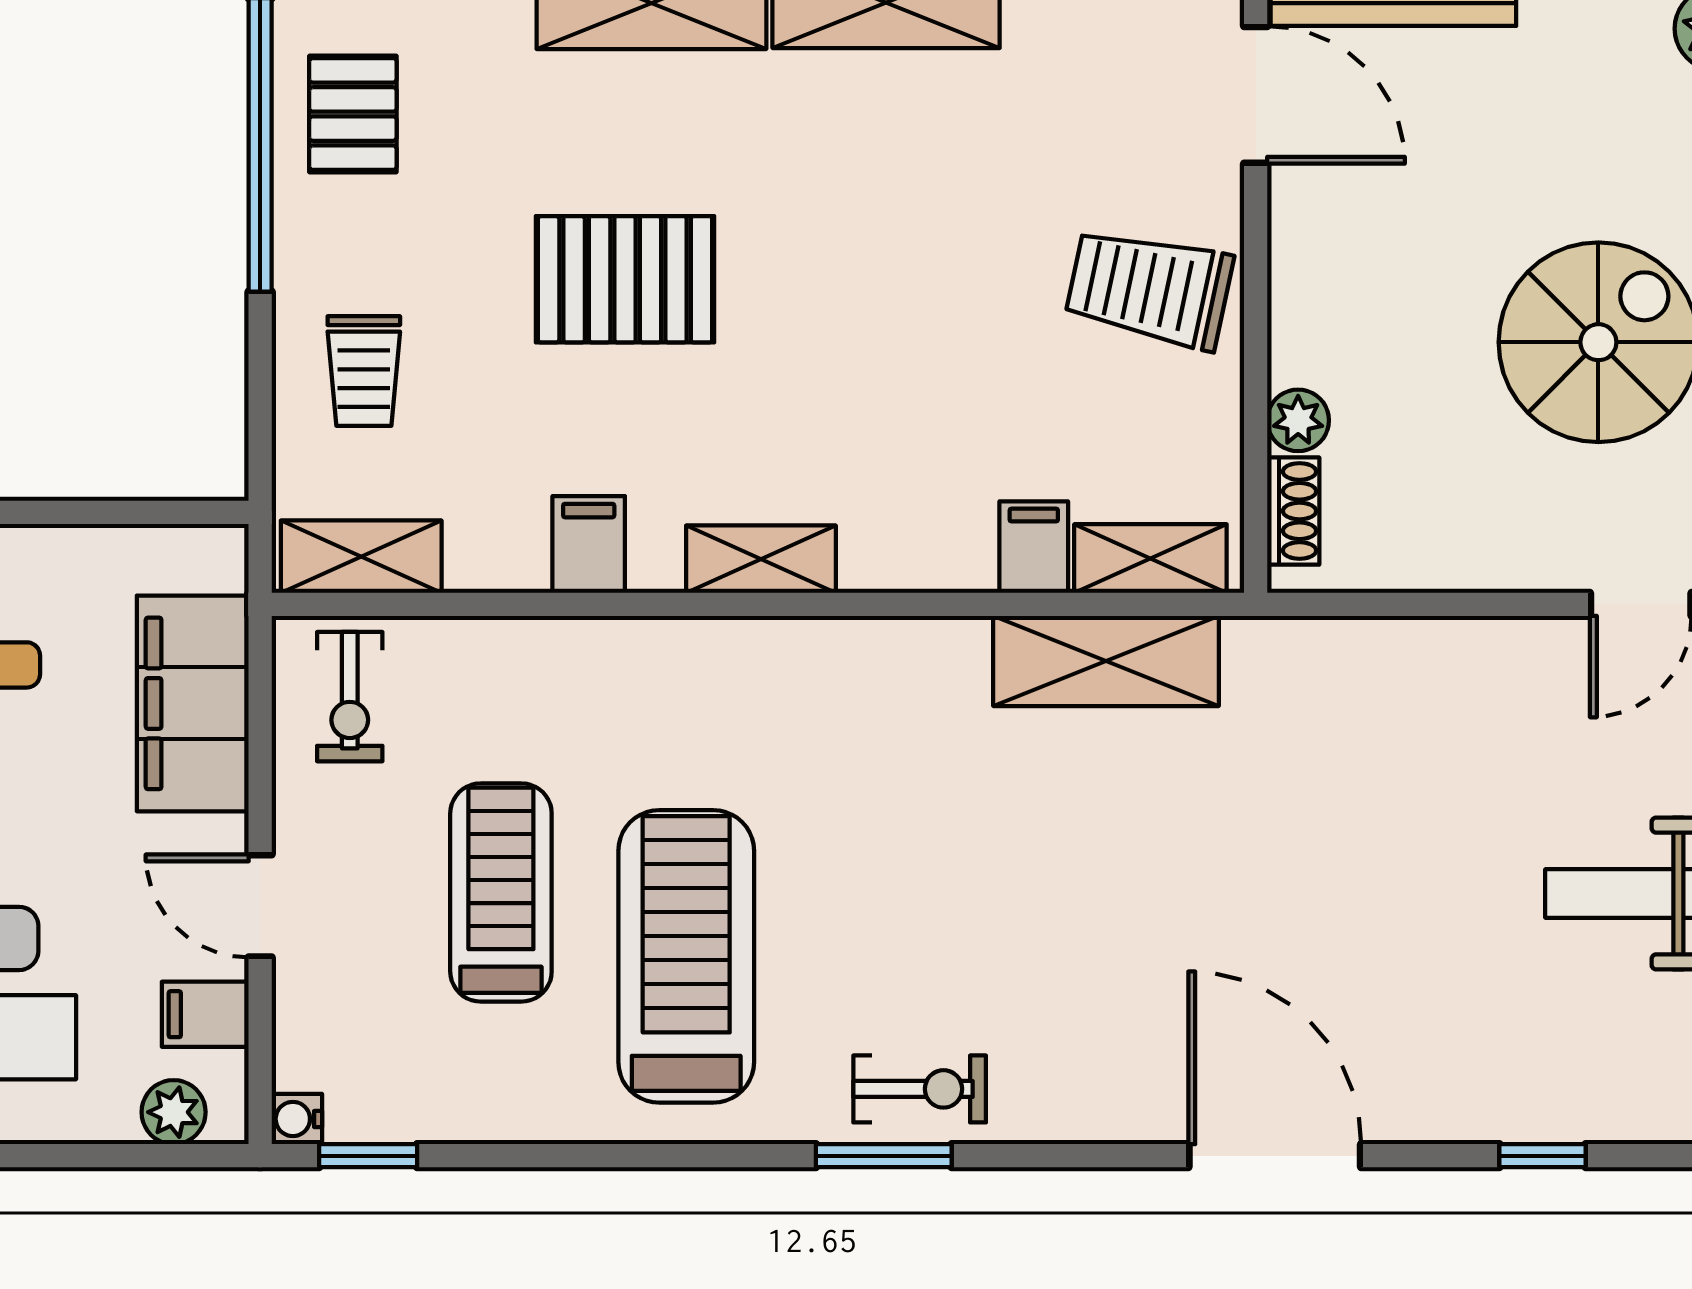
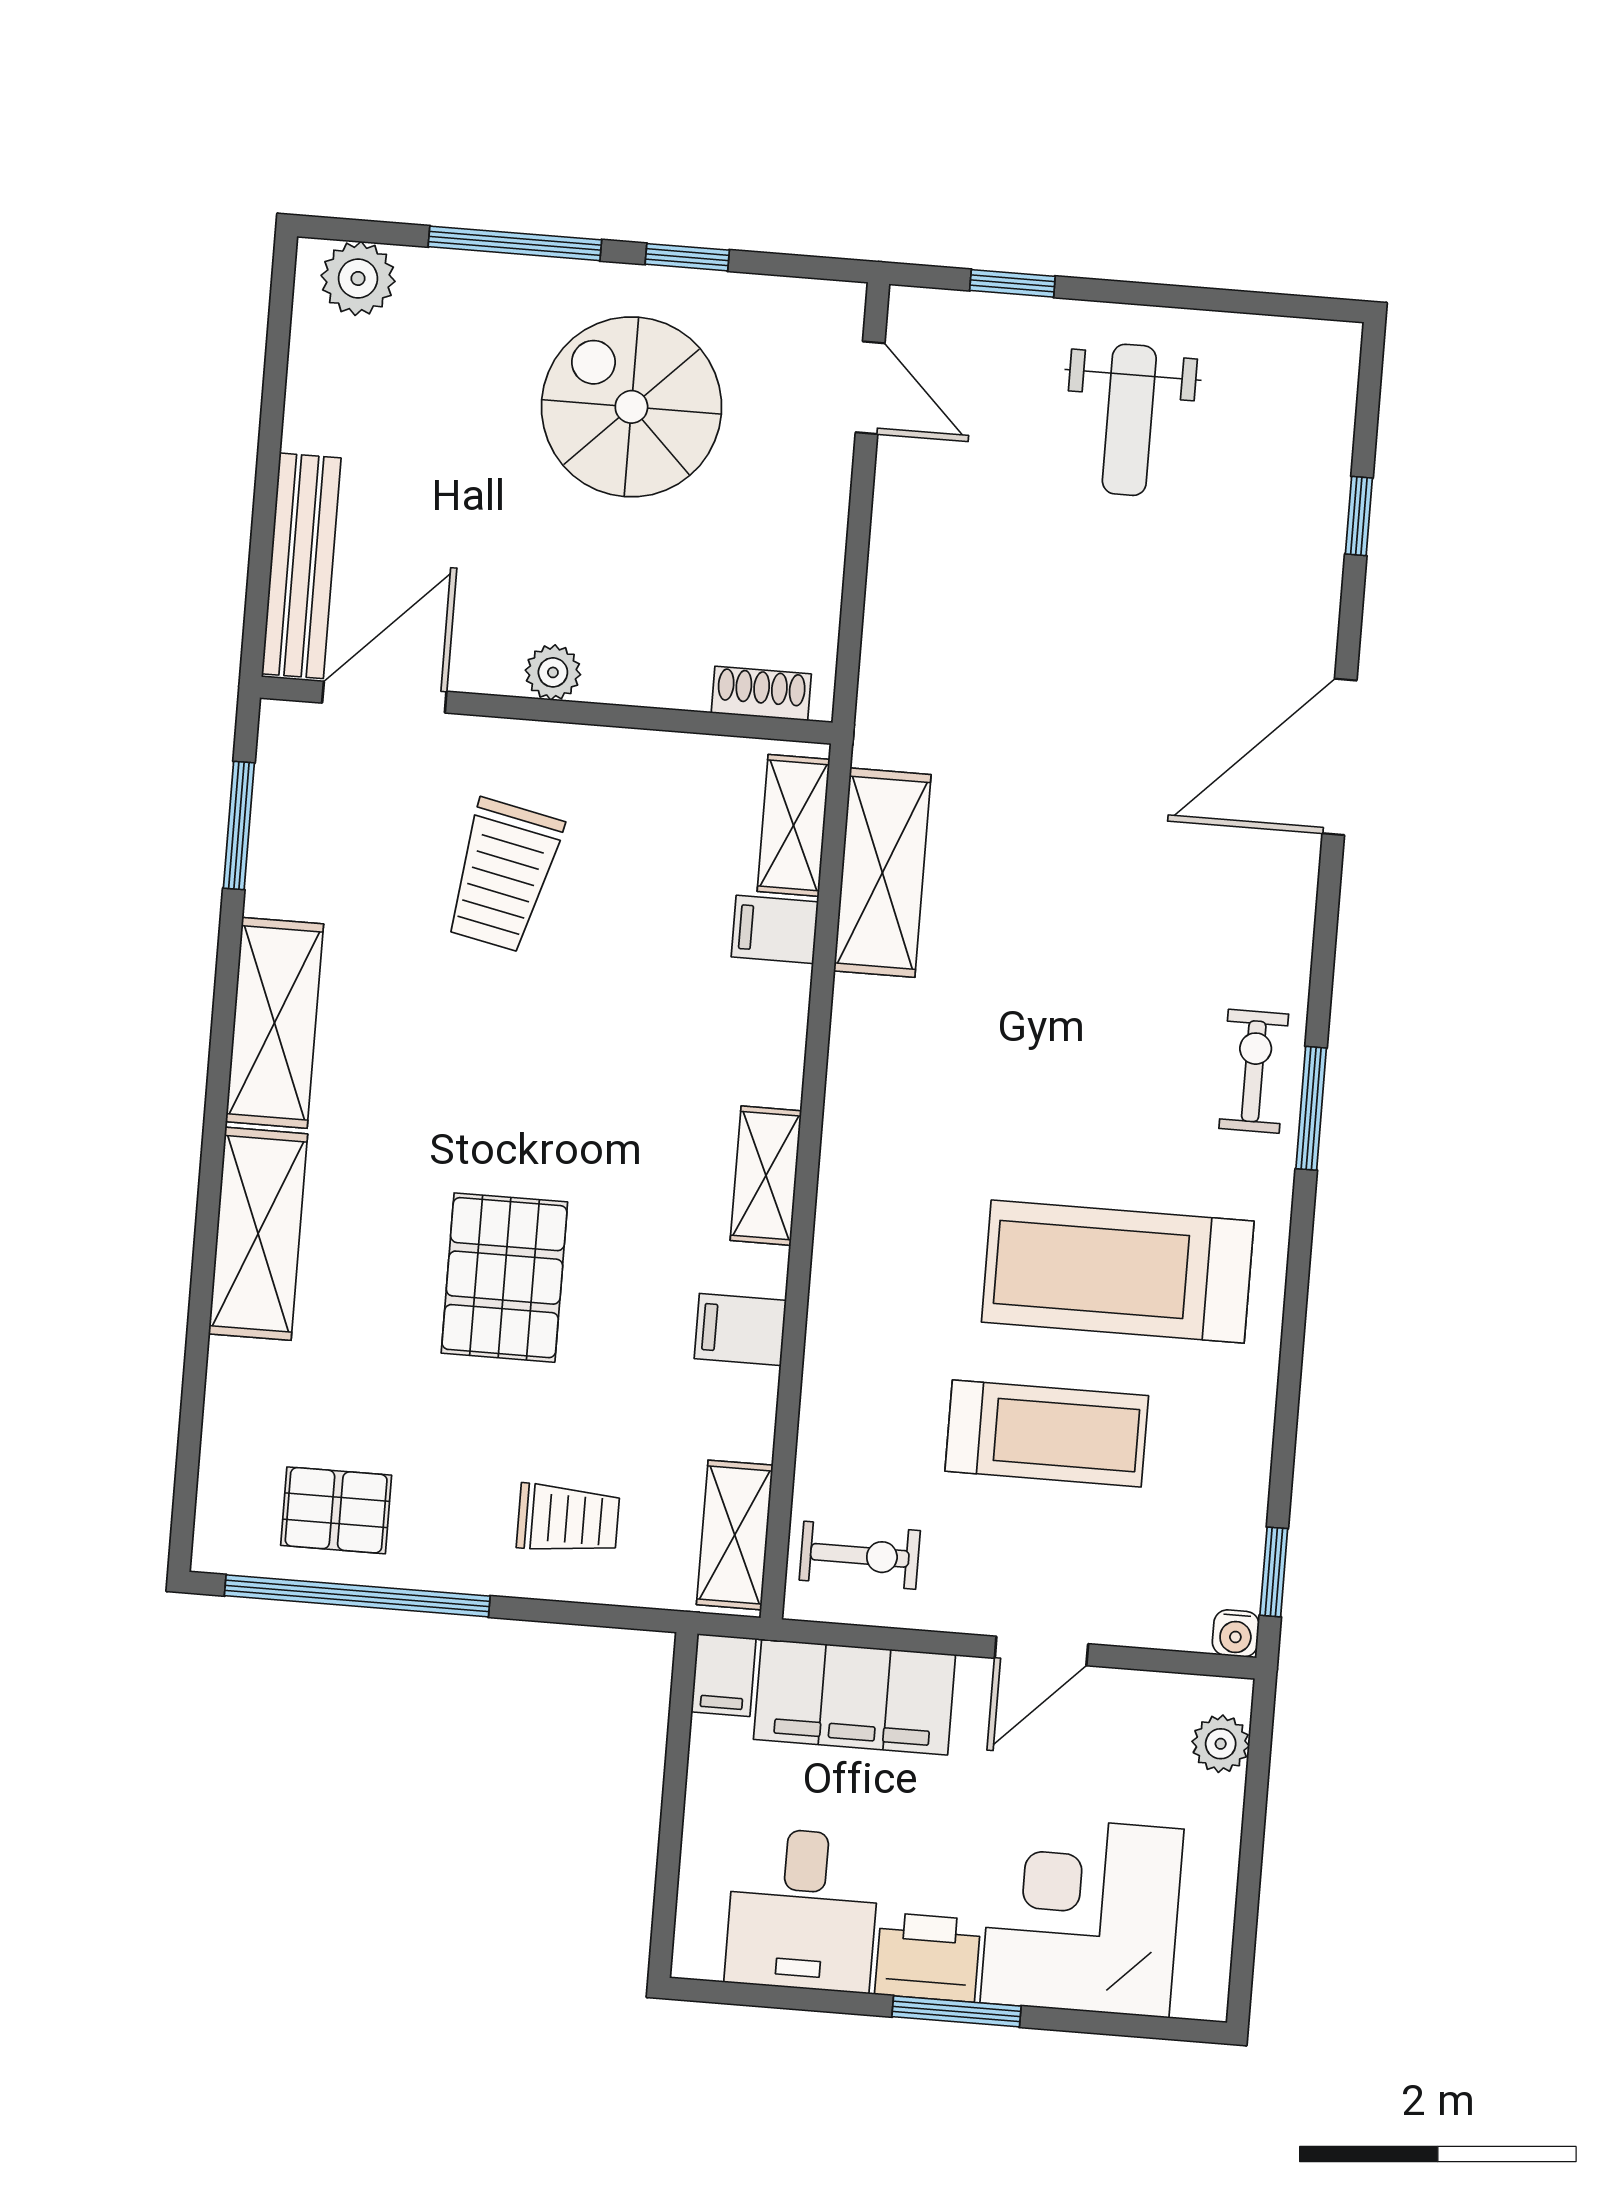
trolley: (1149, 288) -> (503, 875), moved
plant: (1298, 420) -> (553, 672), moved
treadmill: (501, 892) -> (1047, 1433), turned 180
filing cabinet: (205, 1014) -> (724, 1675), moved

